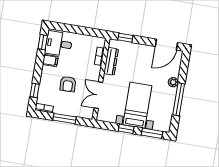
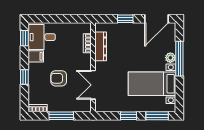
window: (125, 38) -> (125, 19), moved
armchair: (68, 84) -> (59, 78), turned 92
window: (35, 90) -> (24, 77), moved
window: (179, 99) -> (179, 59), moved
bed with nightstands: (137, 105) -> (152, 84), moved, turned -90

